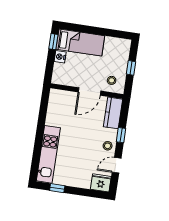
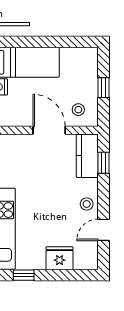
door: (89, 92) -> (49, 130), swing flipped
window: (121, 135) -> (104, 163), moved
fridge: (101, 183) -> (60, 258), moved

